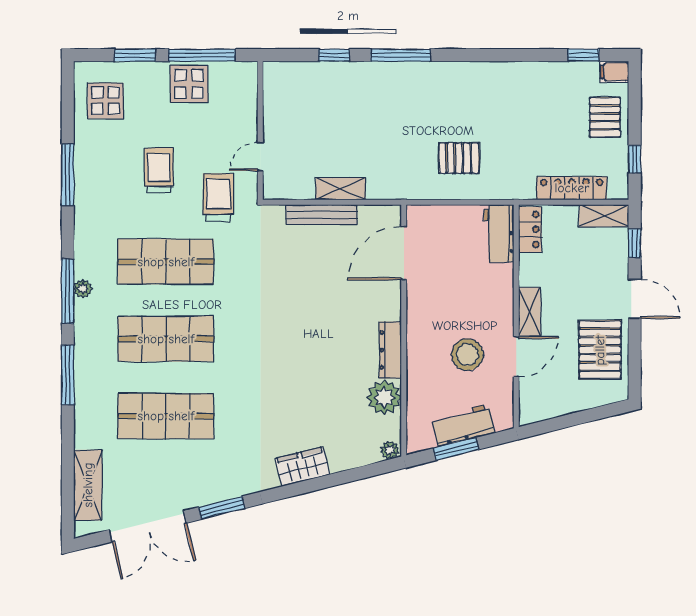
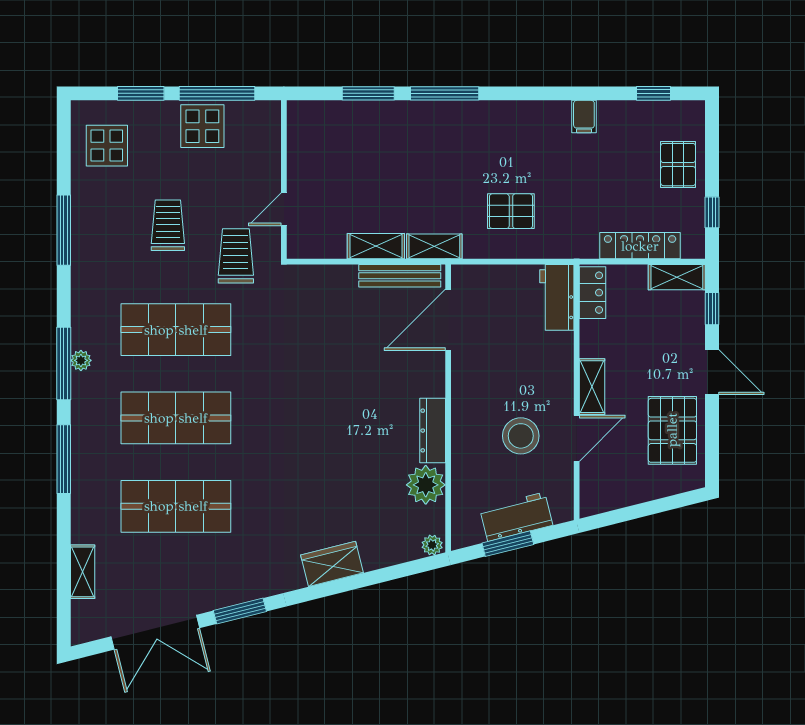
window: (334, 55) -> (368, 93), width x1.50
filing cabinet: (614, 72) -> (584, 116), moved, turned -90
shelving: (392, 189) -> (434, 246), added
bench: (322, 215) -> (400, 276), moved
shelving: (88, 485) -> (83, 572), width x0.67, depth x0.75

